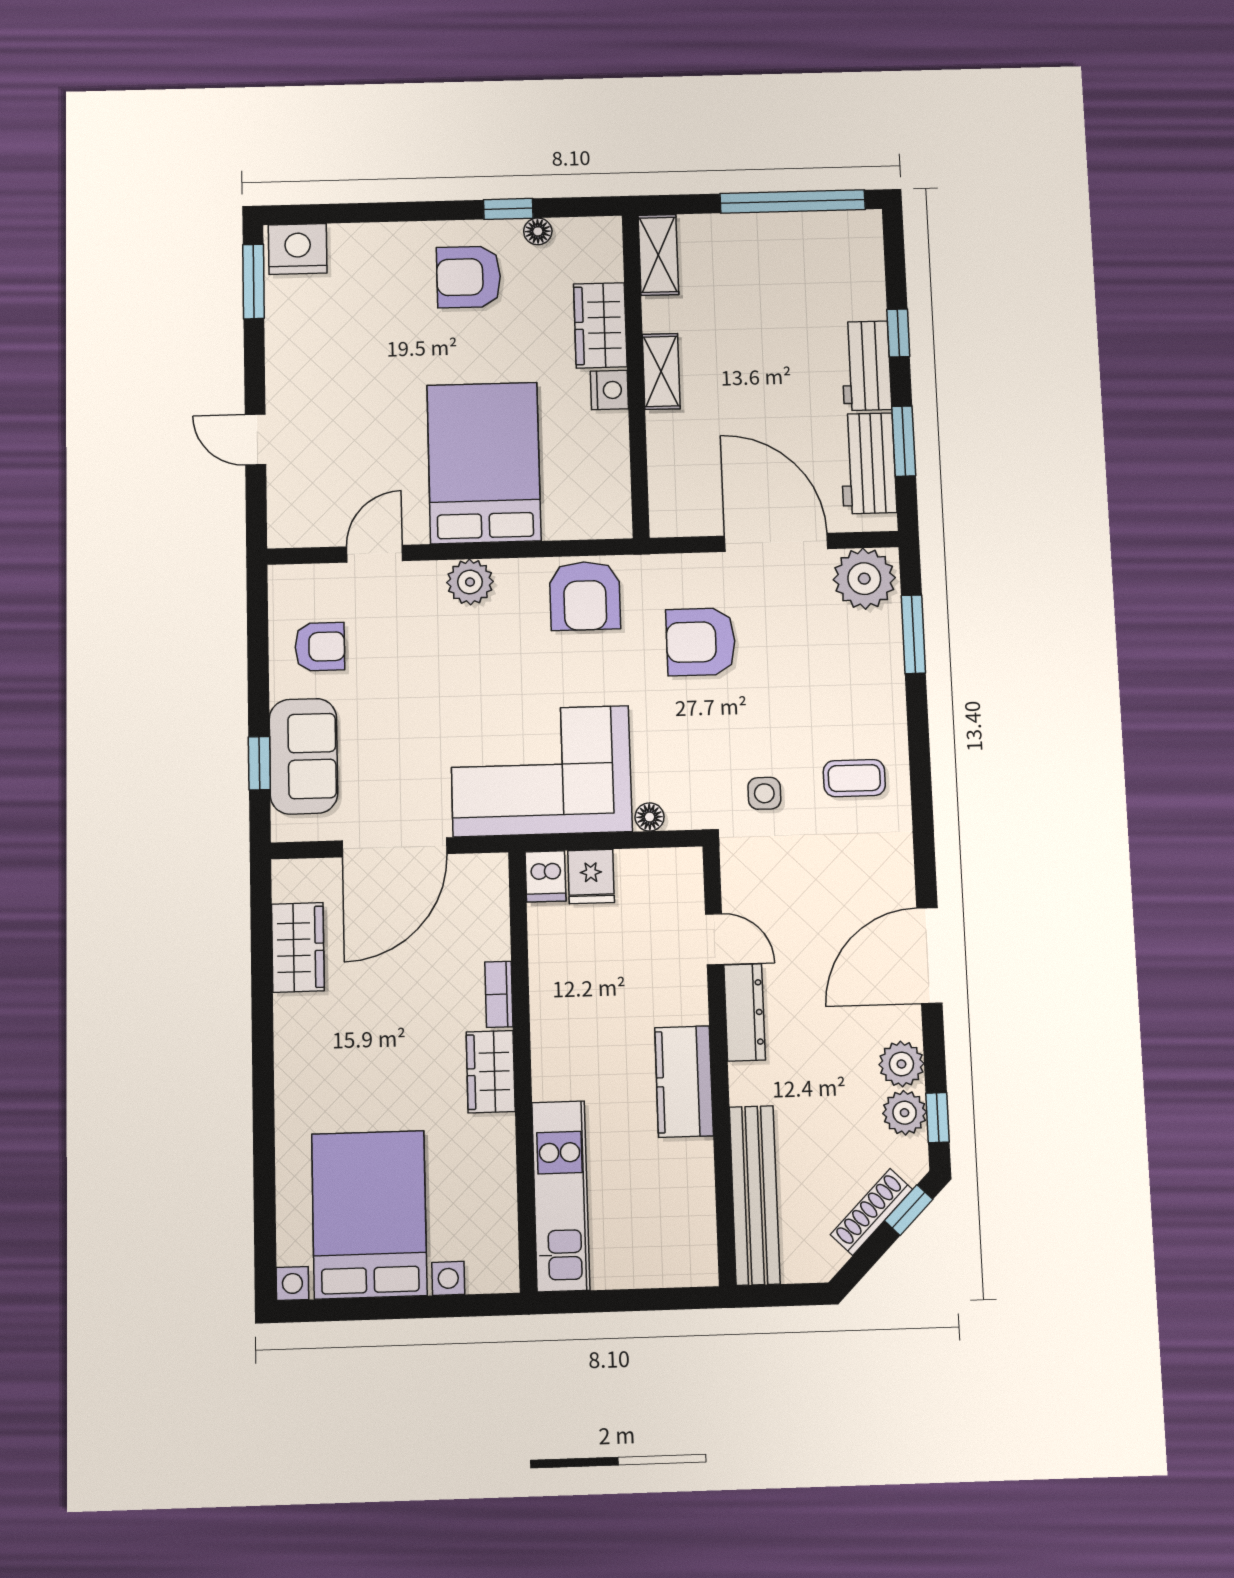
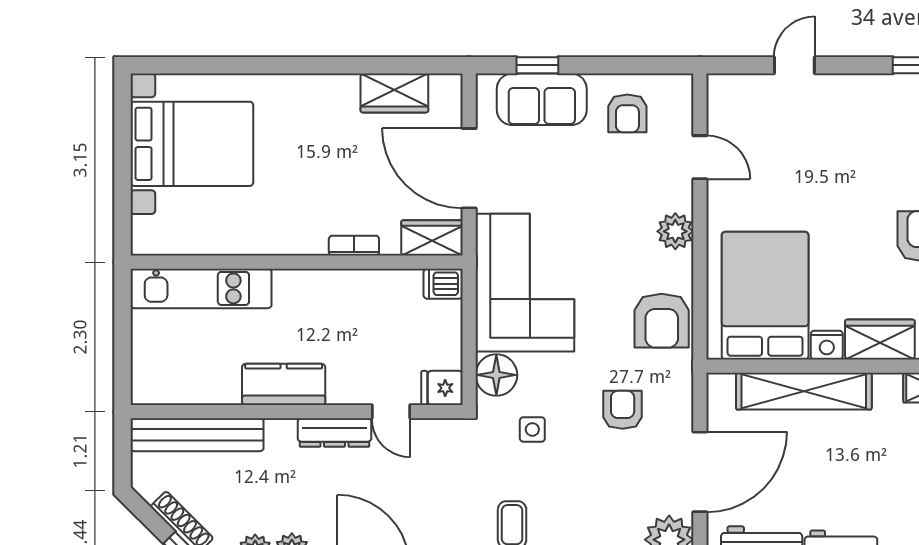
shelving: (661, 371) -> (804, 391), width x2.20, depth x1.33
bed: (484, 463) -> (765, 296), moved, turned -90
armchair: (585, 596) -> (662, 321), turned -90
armchair: (701, 642) -> (623, 410), width x0.72, depth x0.72
side table: (764, 793) -> (532, 429), moved
floor lamp: (650, 817) -> (496, 375), width x1.89, depth x1.89
fridge: (591, 876) -> (442, 388), moved
door: (714, 939) -> (391, 412), hinge flipped
wardrobe: (491, 1072) -> (432, 238), moved

